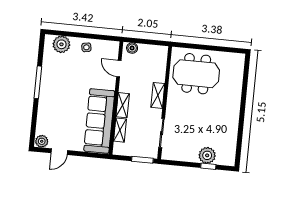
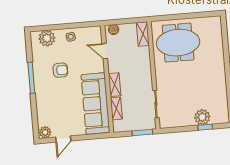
armchair: (69, 80) -> (60, 70), added
shelving: (158, 95) -> (143, 34), moved

